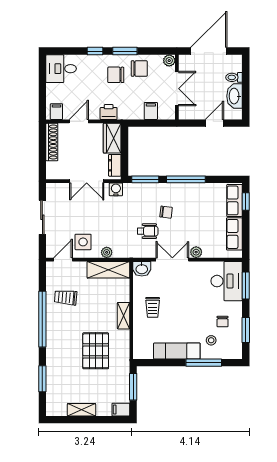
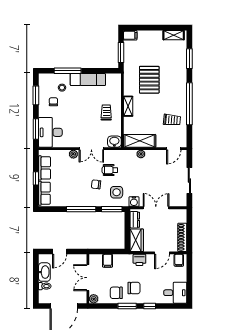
window: (246, 201) -> (36, 178), moved
side table: (83, 242) -> (117, 192), moved
shelving: (82, 410) -> (174, 35), moved

